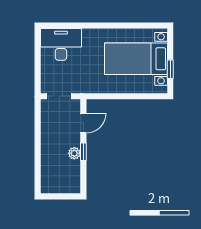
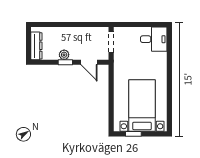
desk: (61, 44) -> (154, 39), width x0.73
dresser: (64, 187) -> (36, 46), added

